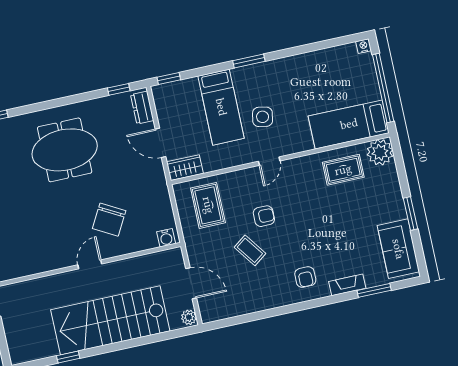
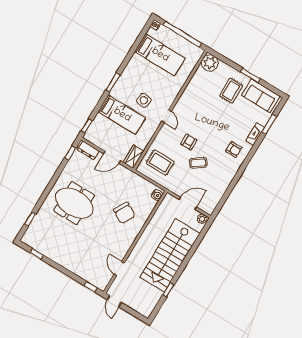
bed: (349, 124) -> (160, 55), moved, turned -90
meeting table: (65, 150) -> (74, 203), turned 90
rug: (343, 170) -> (231, 91), moved
door: (90, 264) -> (119, 269), moved

